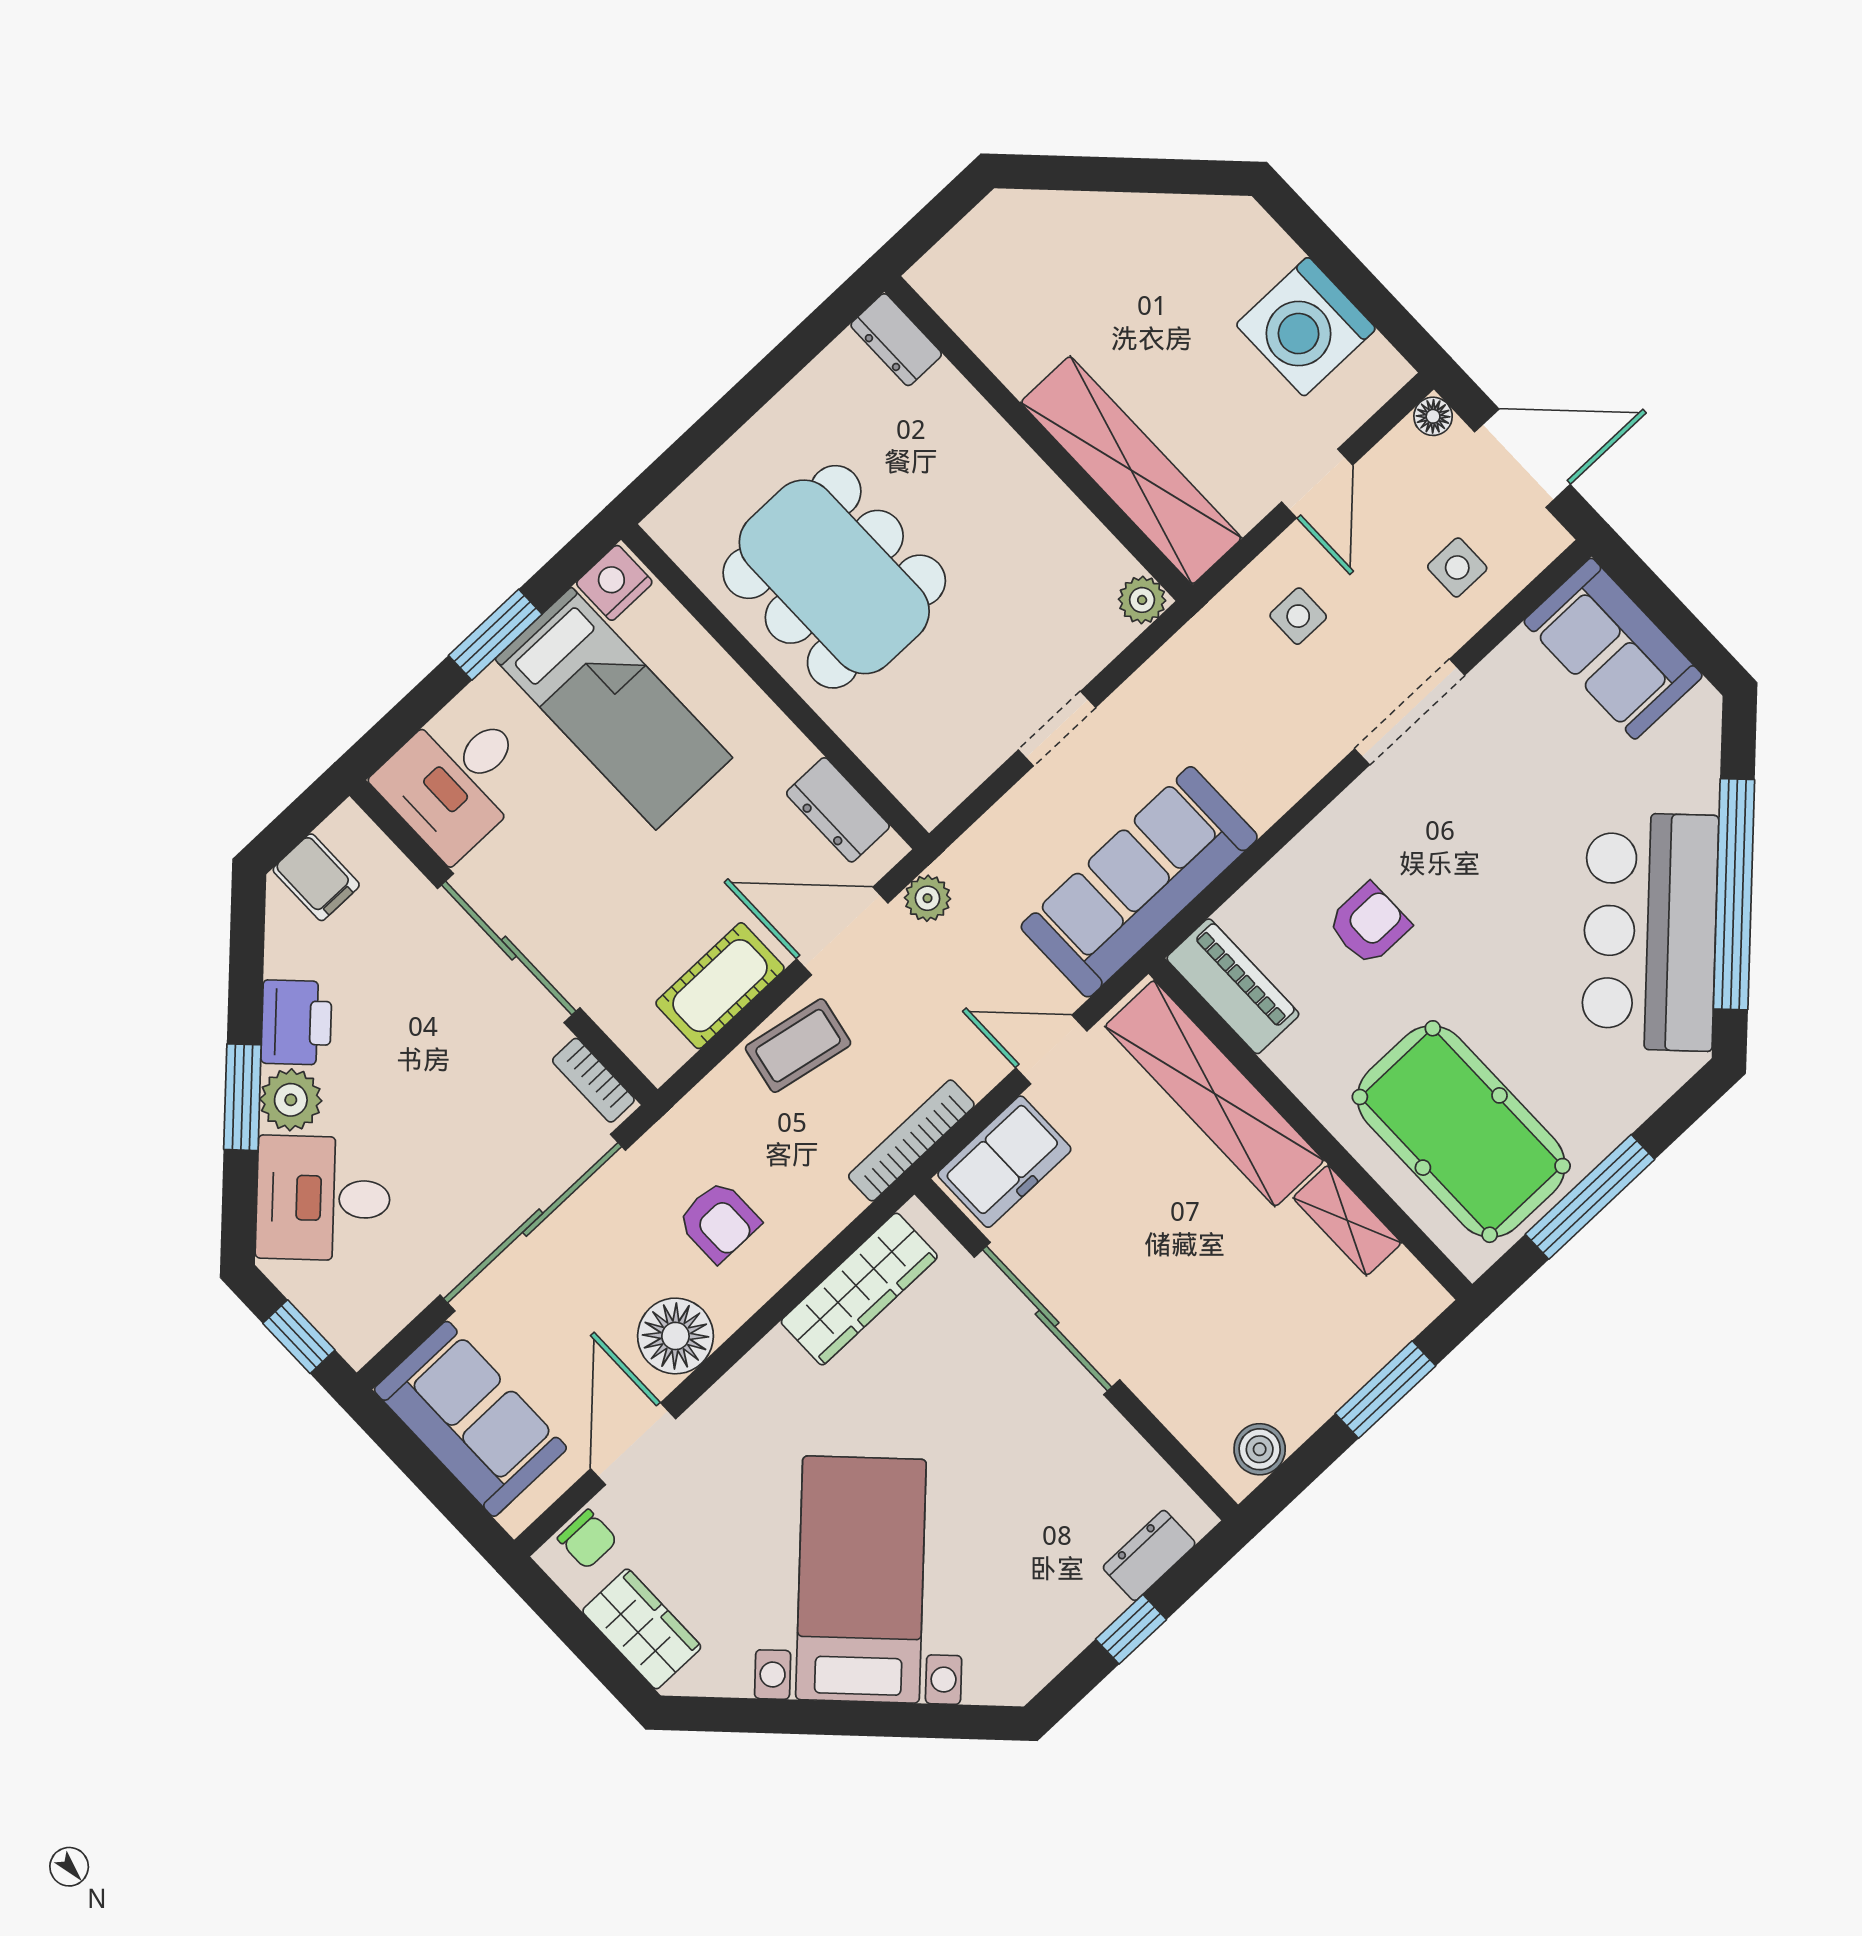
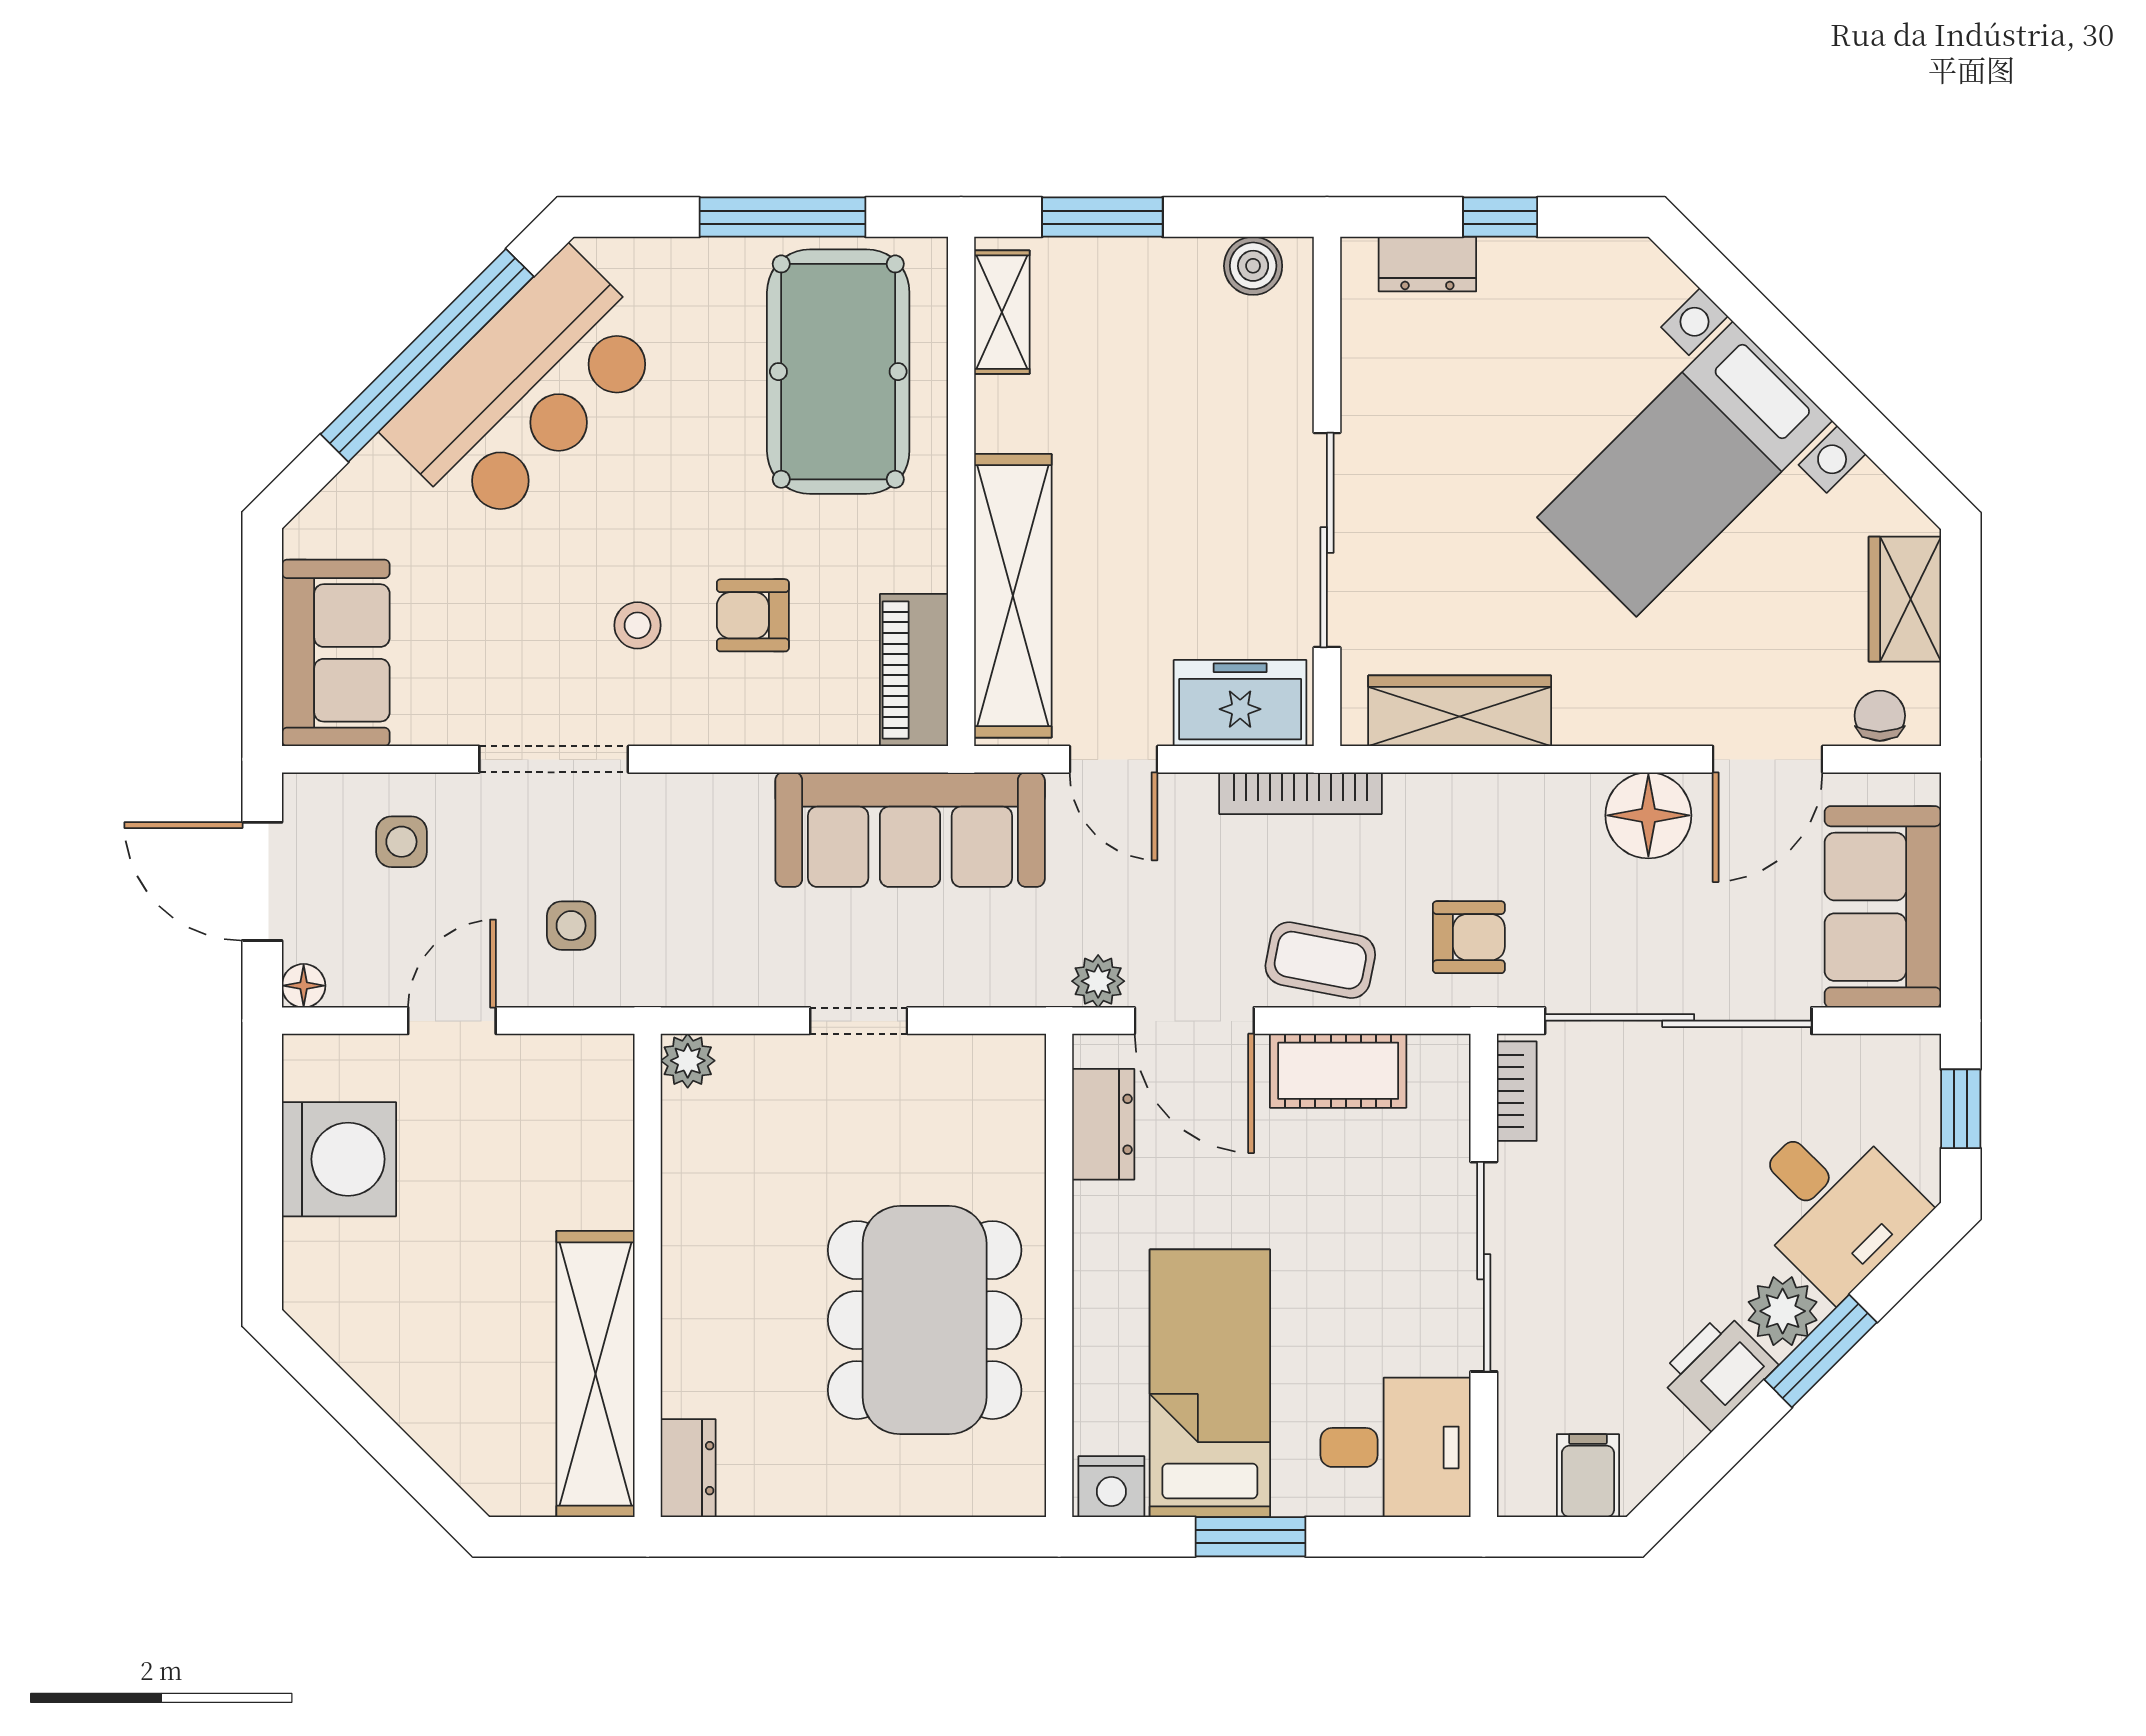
shelving: (1131, 470) -> (596, 1374), moved
stool: (1437, 848) -> (638, 625), added
shelving: (1347, 1220) -> (1002, 312), moved
armchair: (719, 1221) -> (1469, 937), moved, turned 90

